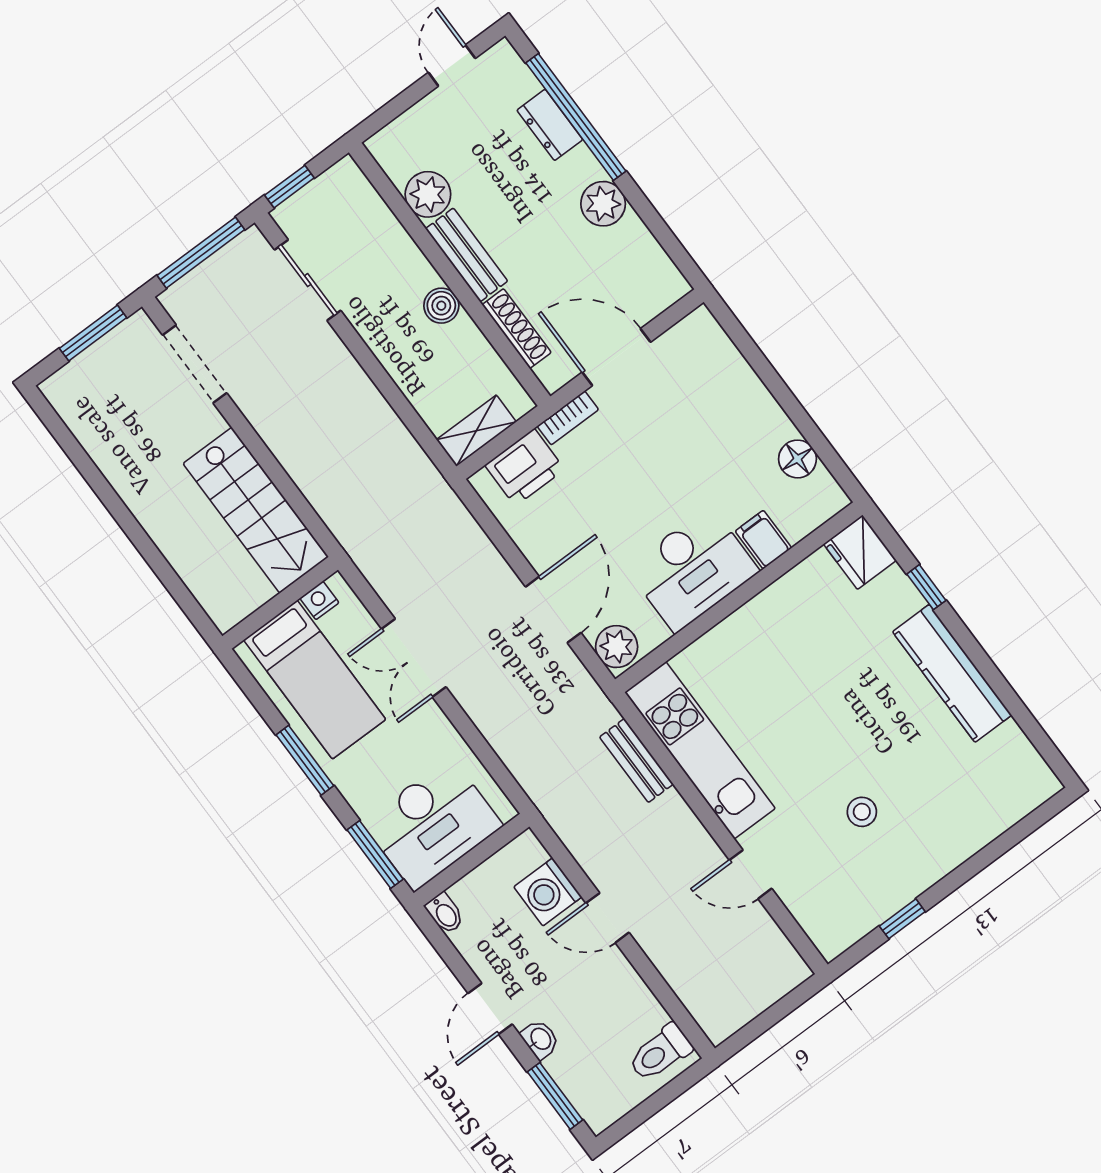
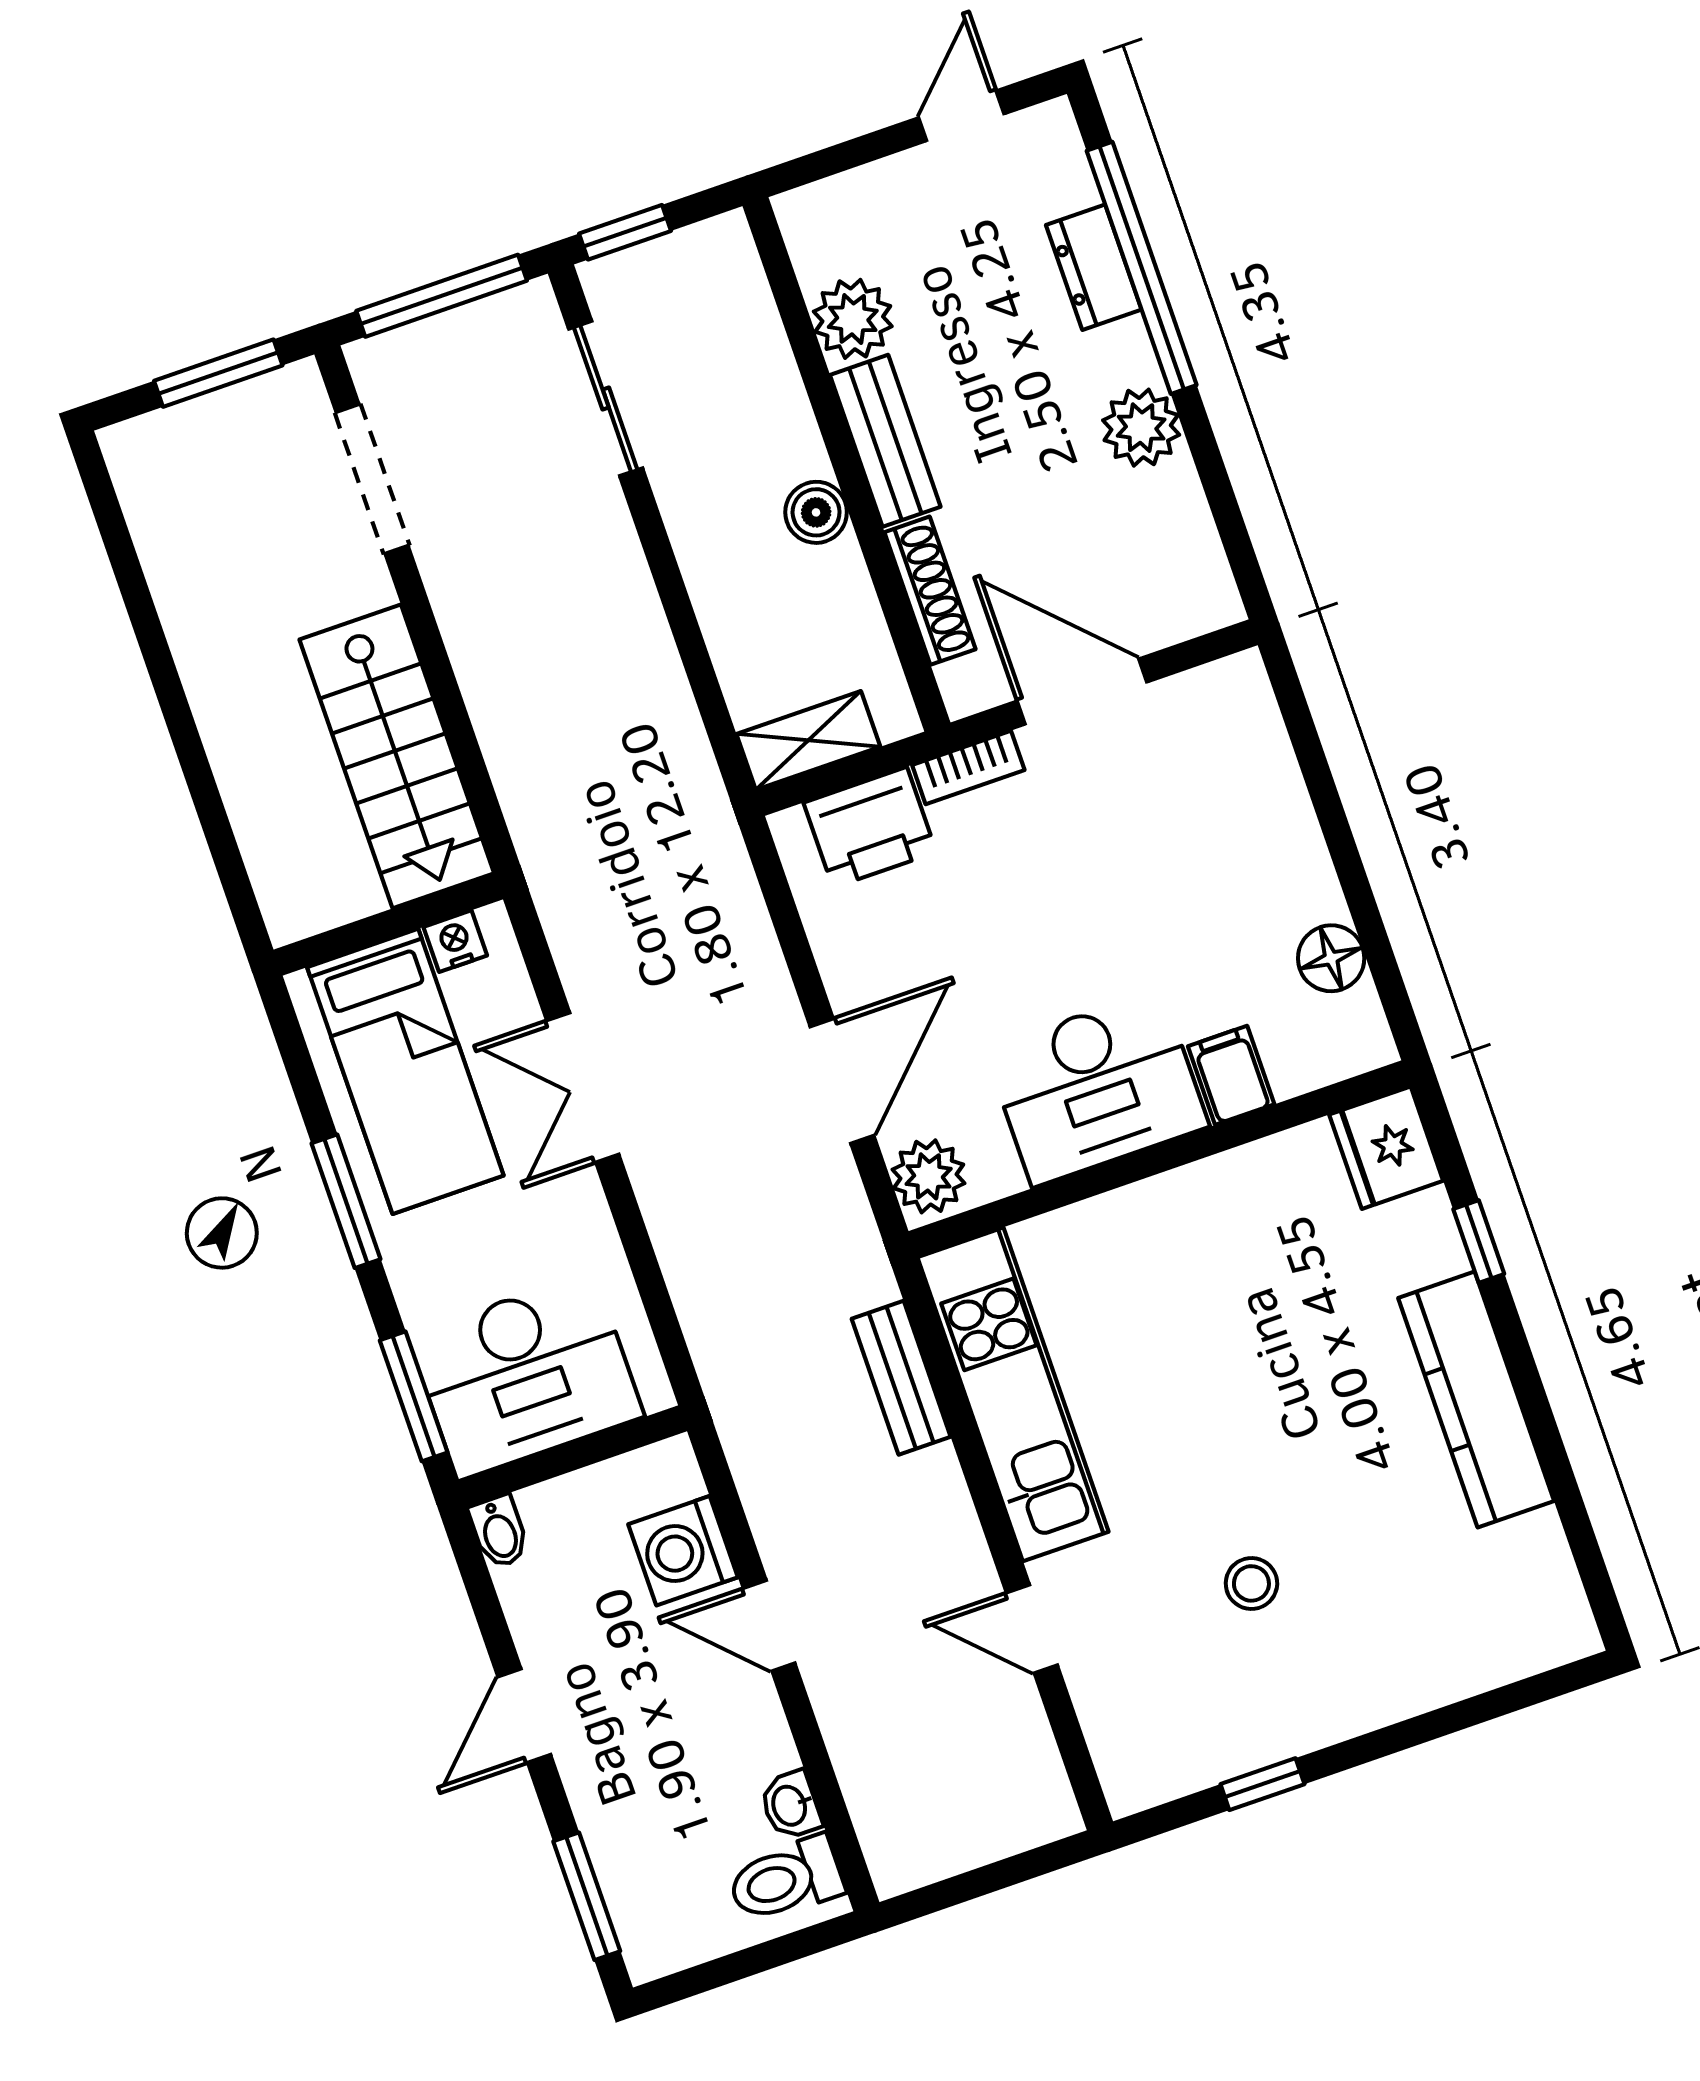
washbasin: (540, 1039) -> (791, 1805), moved, turned 180

